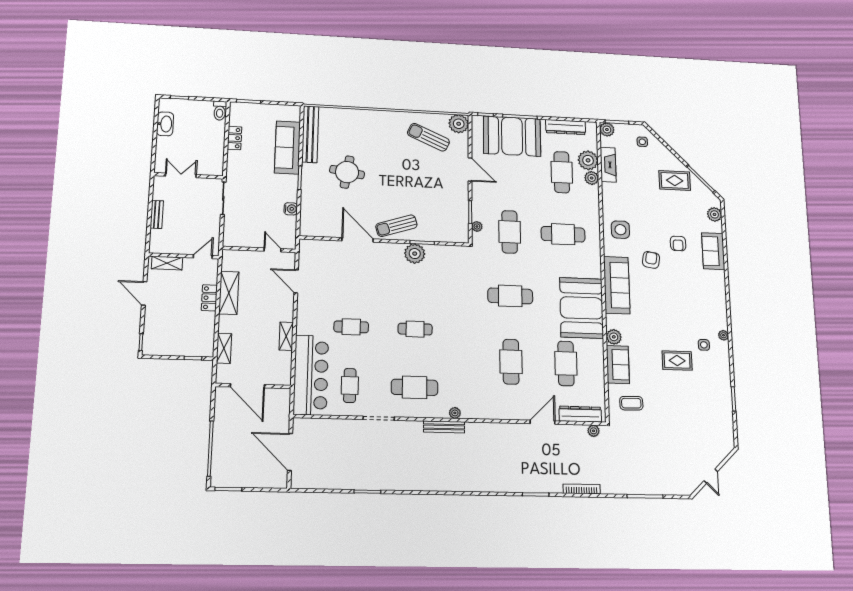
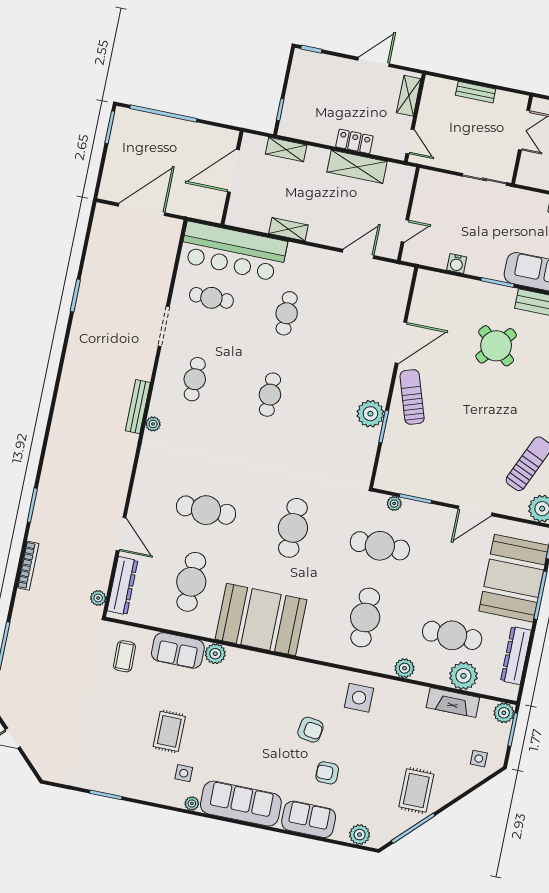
round table: (347, 172) -> (496, 346), turned 31
plant: (592, 178) -> (405, 668), moved
sofa: (617, 285) -> (241, 804), moved, turned 180
cafe table: (566, 363) -> (191, 582), turned 90
cafe table: (415, 387) -> (195, 379), width x0.73, depth x0.74

